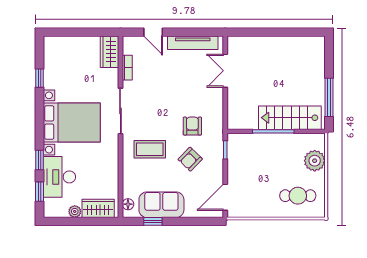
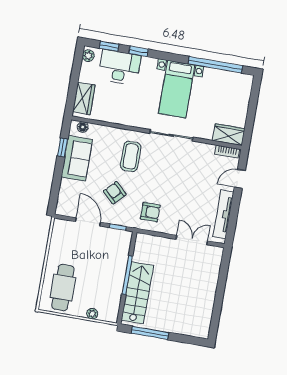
bookcase: (127, 68) -> (227, 152), moved
window: (39, 78) -> (215, 65), width x3.17
bed with nightstands: (72, 122) -> (177, 89), width x0.73
armchair: (192, 126) -> (150, 212), moved
plant: (315, 161) -> (92, 314), width x0.53, depth x0.53
cafe table: (298, 196) -> (63, 288), width x1.37, depth x1.35
door: (225, 197) -> (88, 222), moved
plant: (75, 211) -> (88, 56), moved

